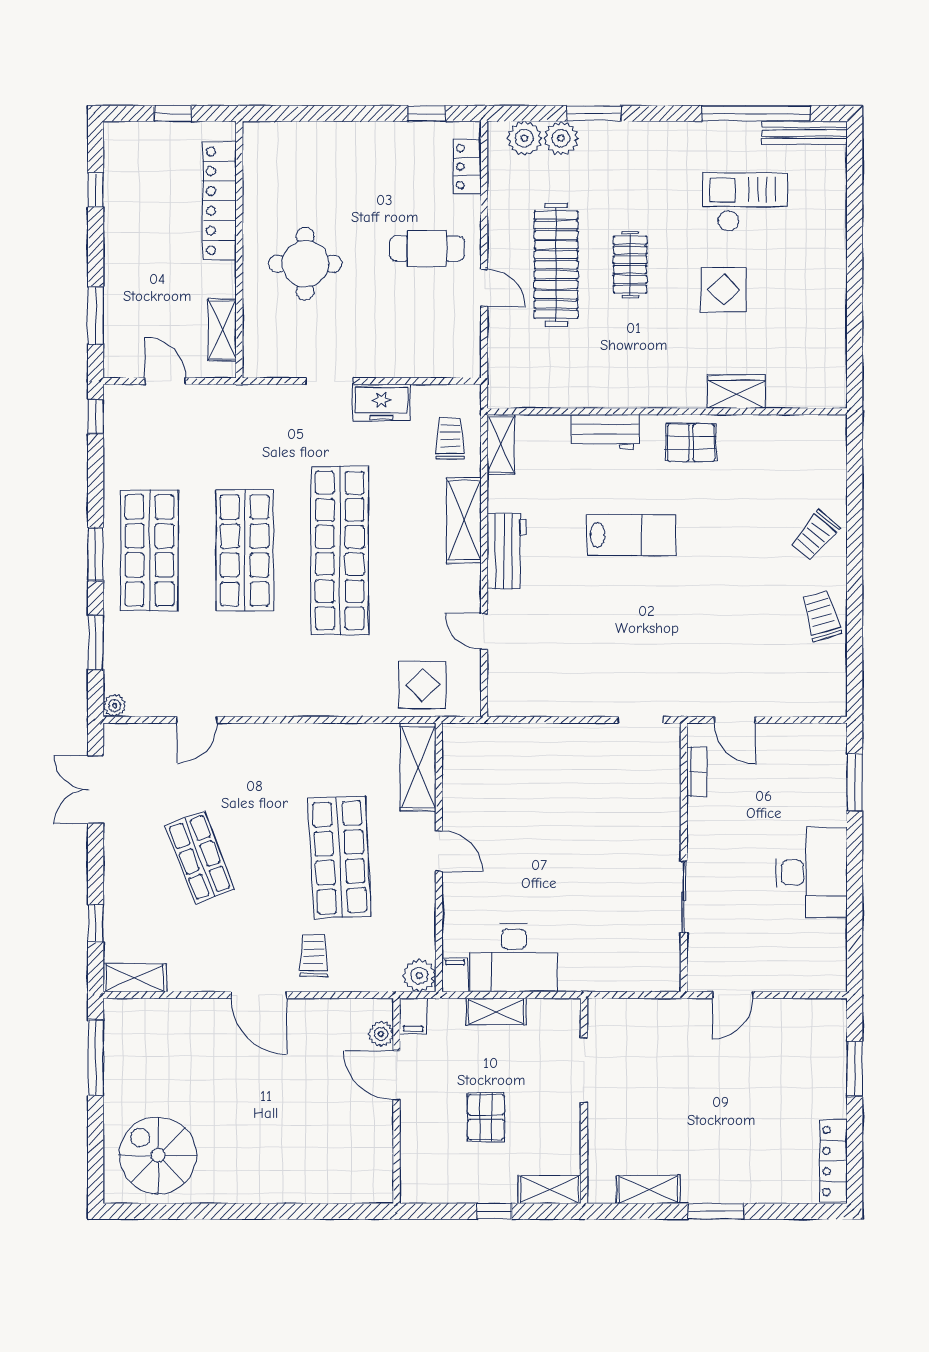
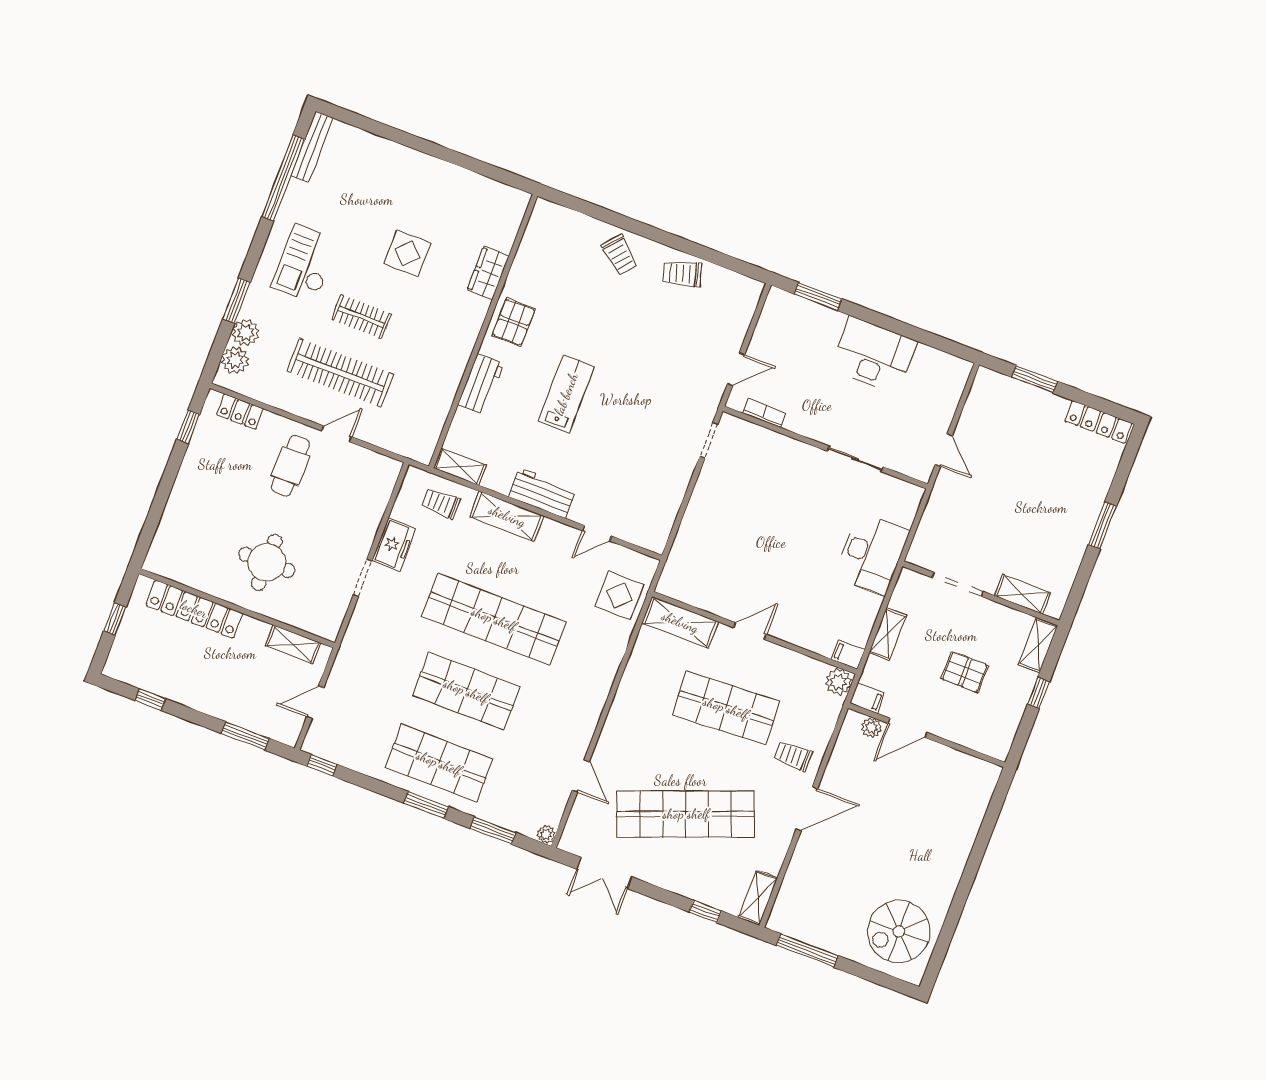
checkout: (745, 202) -> (305, 263), moved
shop shelf: (200, 857) -> (686, 814), width x2.00, depth x1.36
desk: (514, 958) -> (872, 554), moved
shelving: (648, 1189) -> (1022, 594), moved, turned 90

